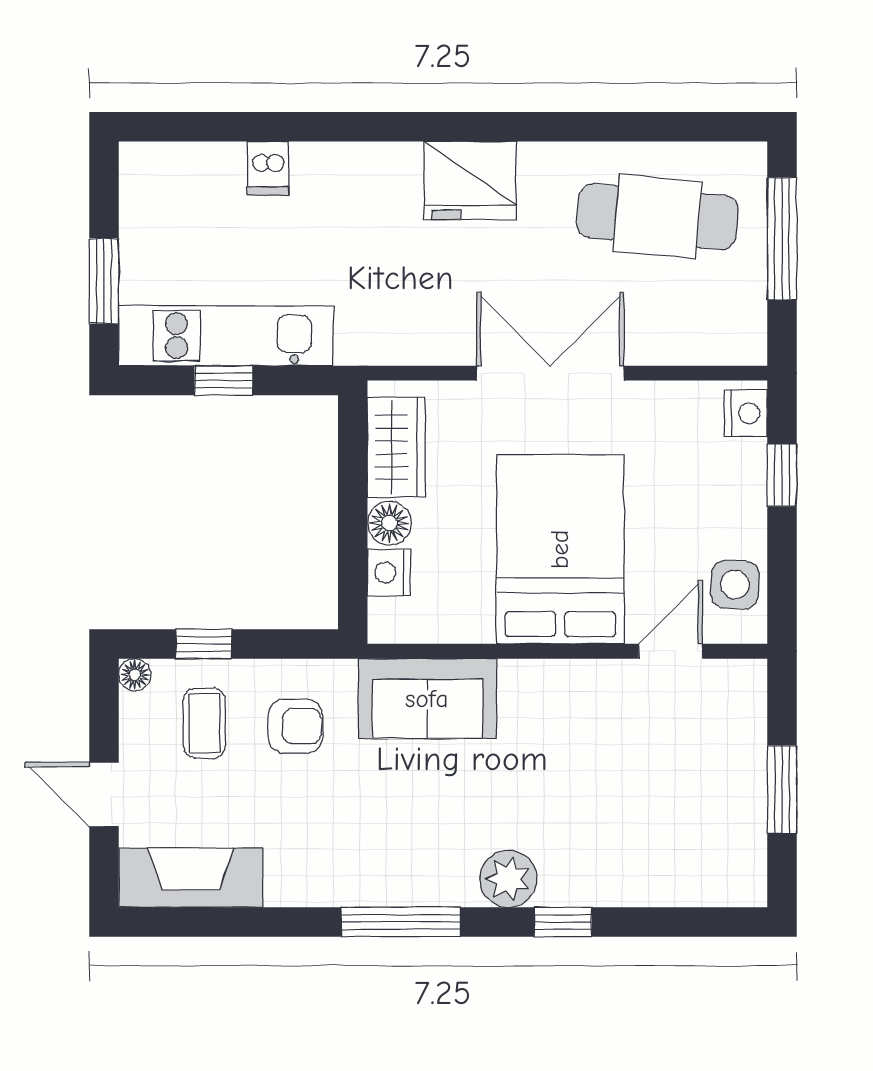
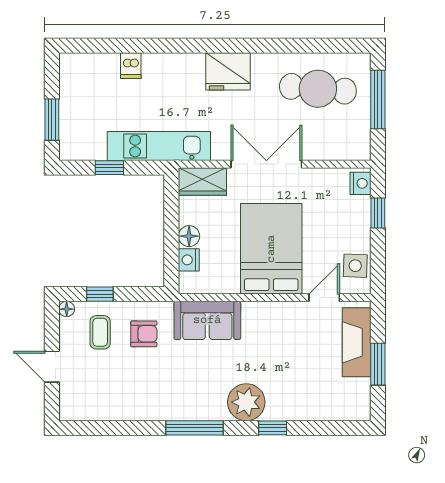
kitchen unit: (226, 336) -> (159, 146), moved
wardrobe: (396, 447) -> (202, 181), moved, turned 90
fireplace: (191, 878) -> (357, 342), moved, turned -90
plant: (508, 879) -> (246, 402), width x1.36, depth x1.36

